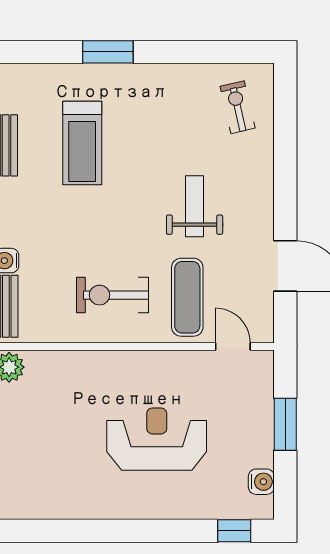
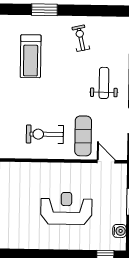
exercise bike: (238, 107) -> (81, 38), moved
weight bench: (195, 206) -> (104, 83), moved

